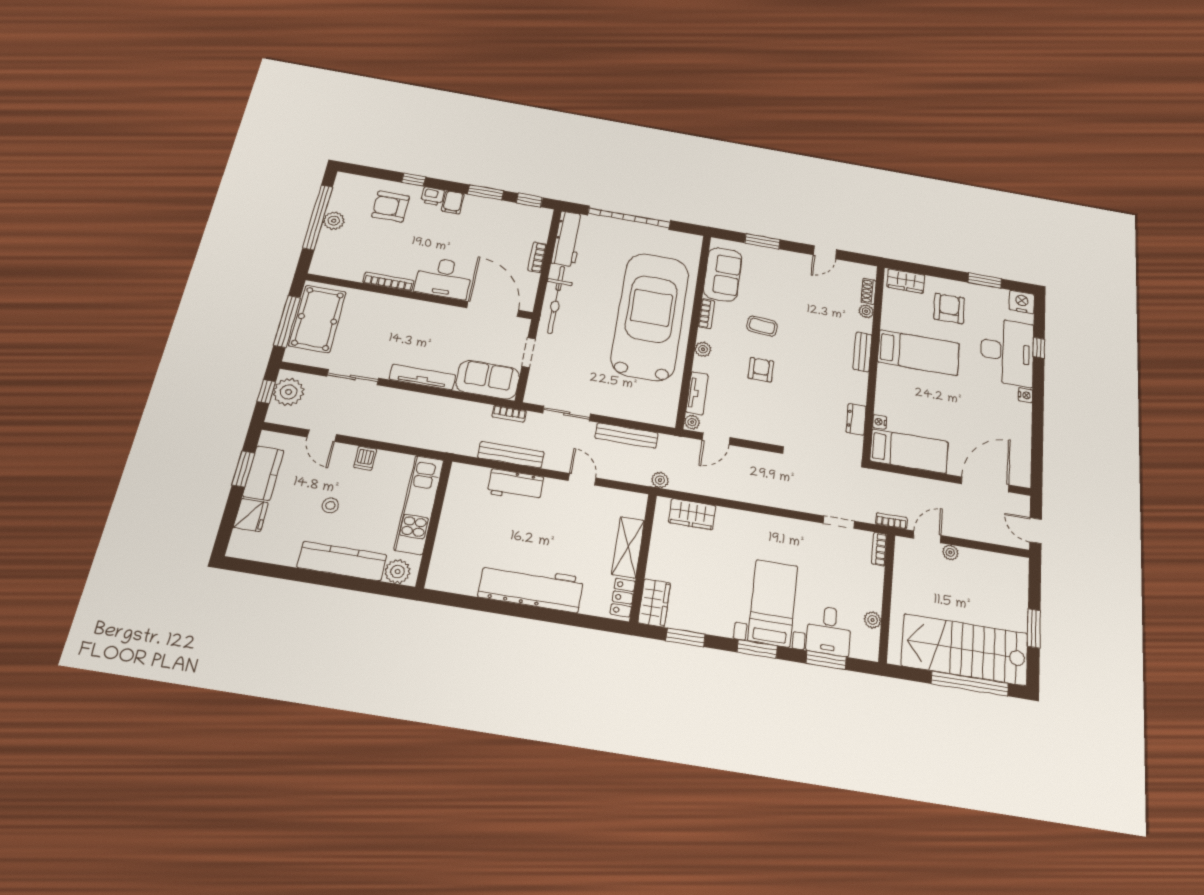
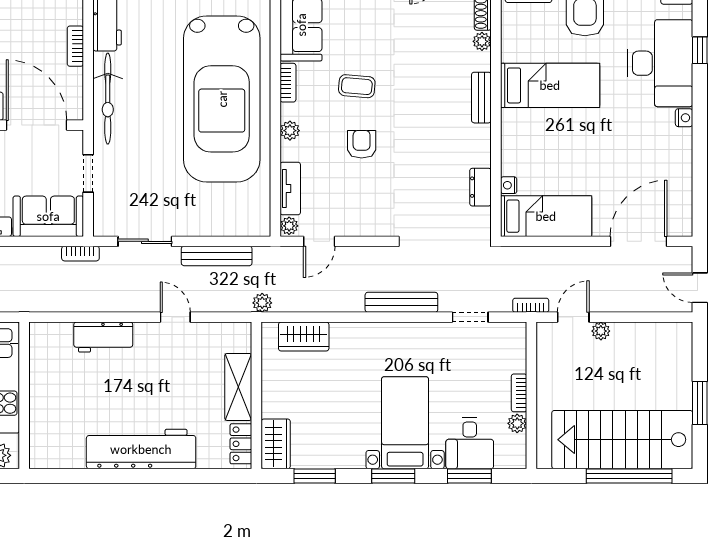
car: (650, 316) -> (222, 99), turned 180
bench: (511, 455) -> (401, 302), moved
bookcase: (879, 549) -> (519, 393), moved

